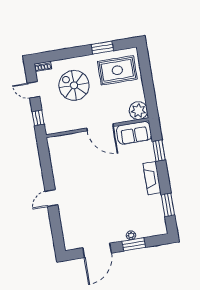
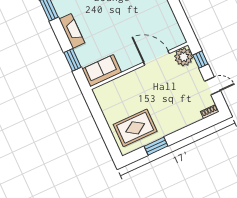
spiral stairs: (74, 85) -> (174, 101), removed
plant: (138, 111) -> (184, 57), moved
door: (100, 127) -> (156, 58), moved

